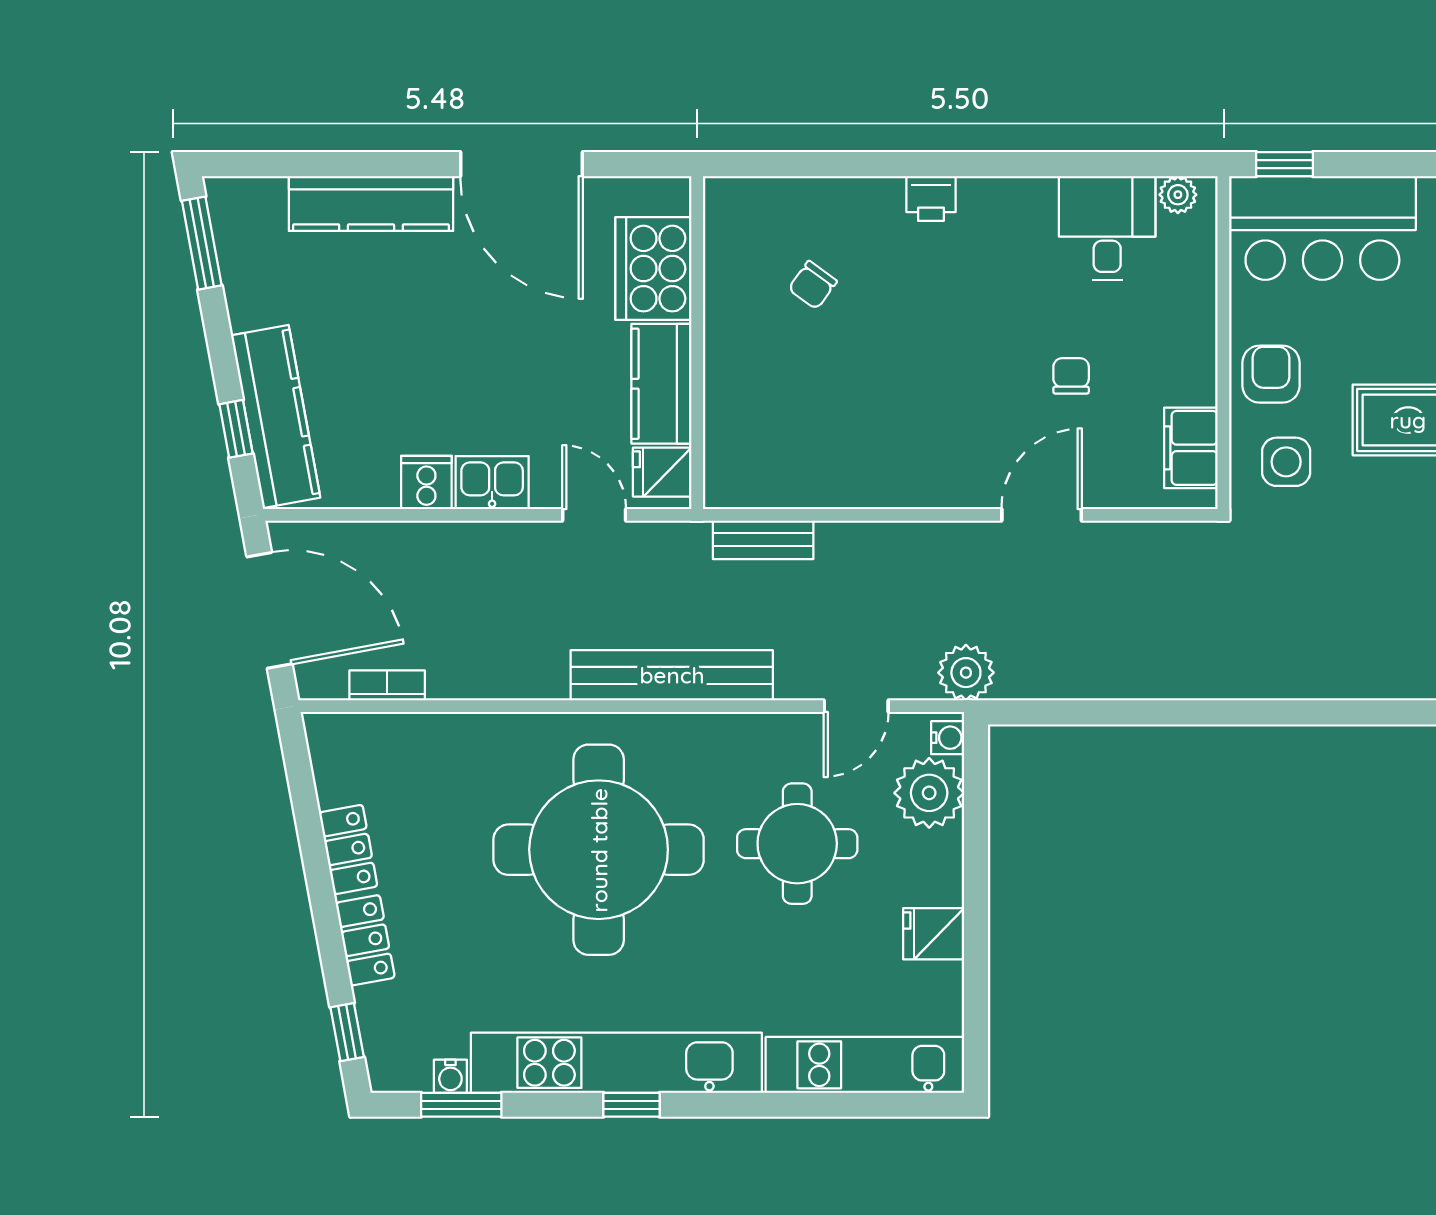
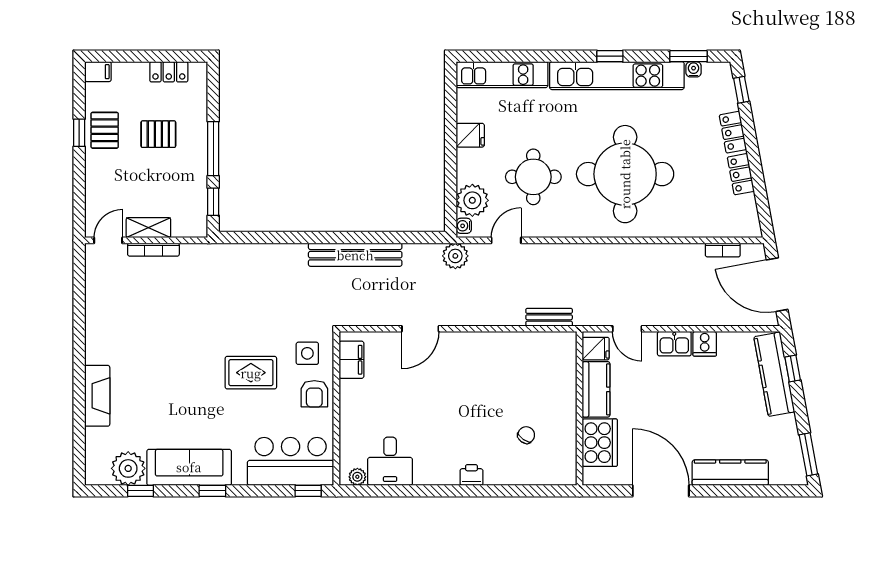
chair: (1071, 376) -> (407, 393), removed
bench: (672, 675) -> (355, 255), moved

